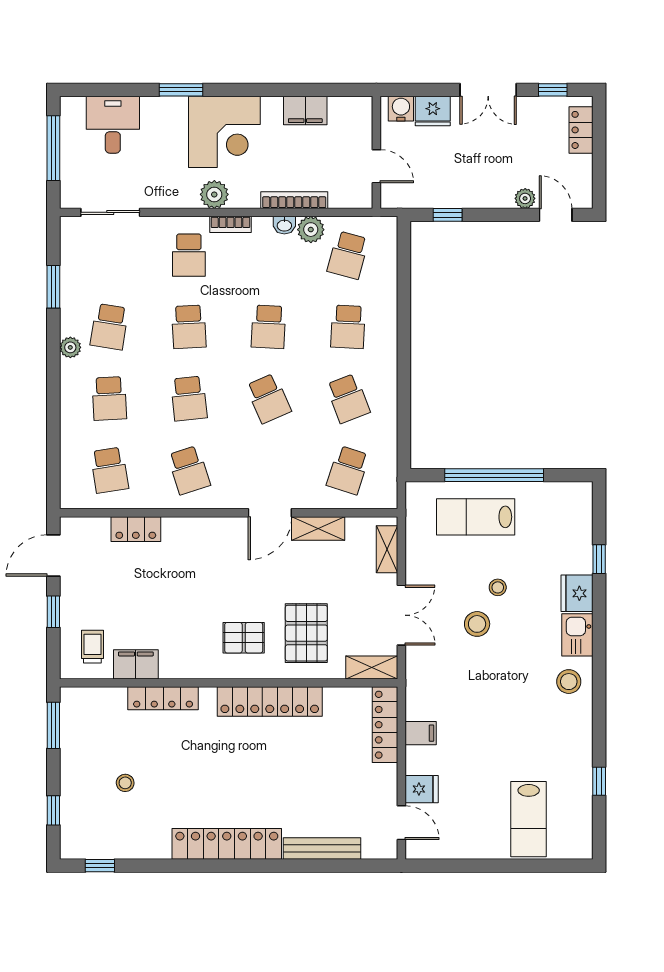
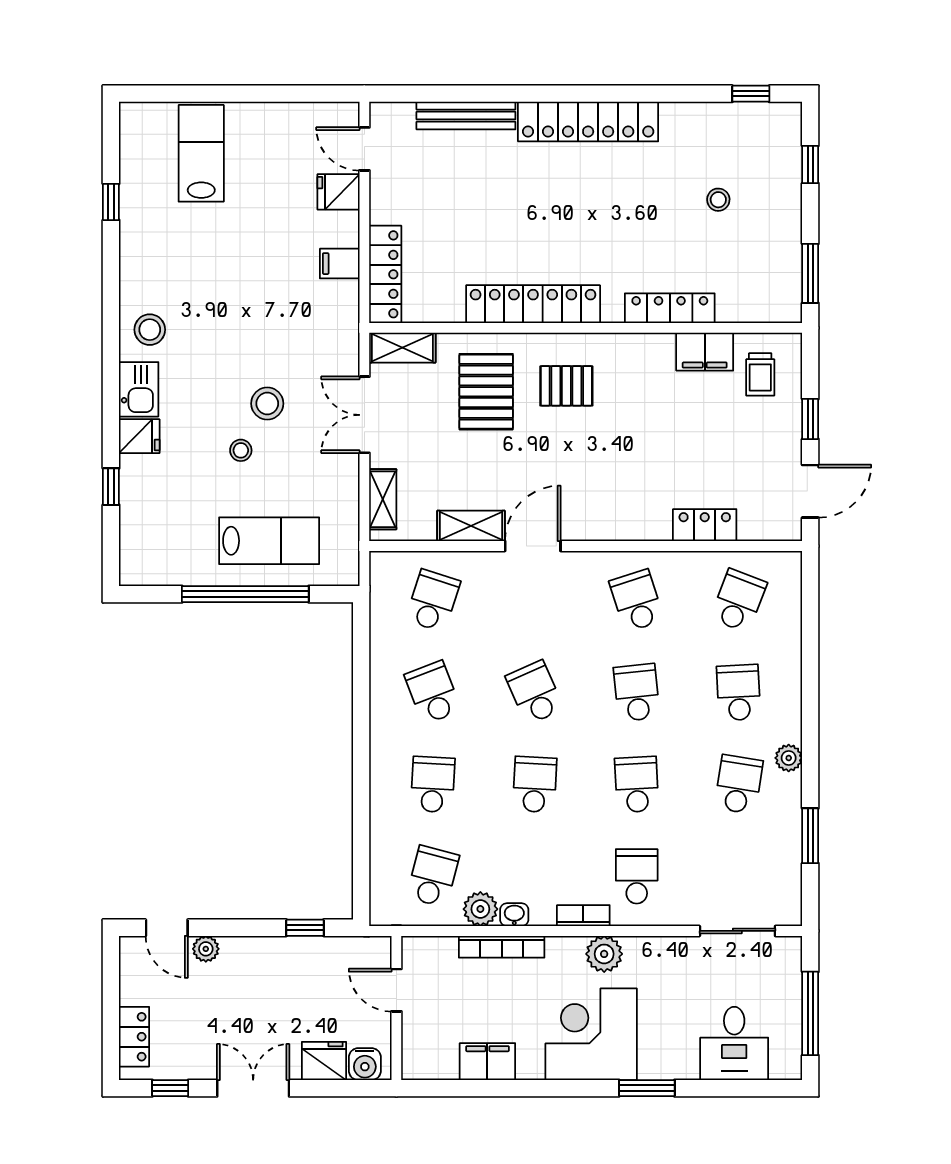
school desk: (109, 470) -> (739, 601), turned 30
fridge: (577, 593) -> (139, 436), width x0.72

